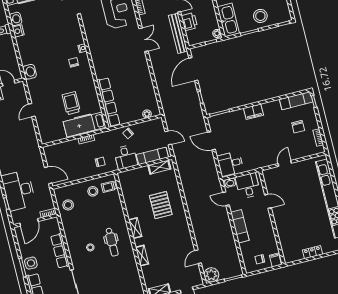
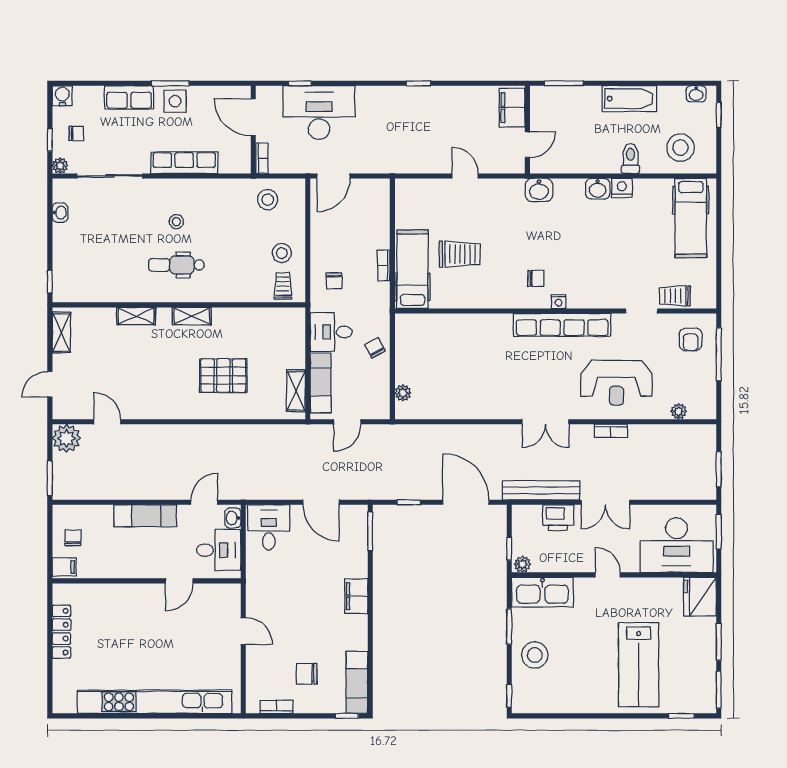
washbasin: (16, 19) -> (598, 189), moved
row of seats: (108, 102) -> (562, 325), moved
door: (211, 141) -> (321, 502), swing flipped
locker: (312, 252) -> (61, 632), width x1.53

